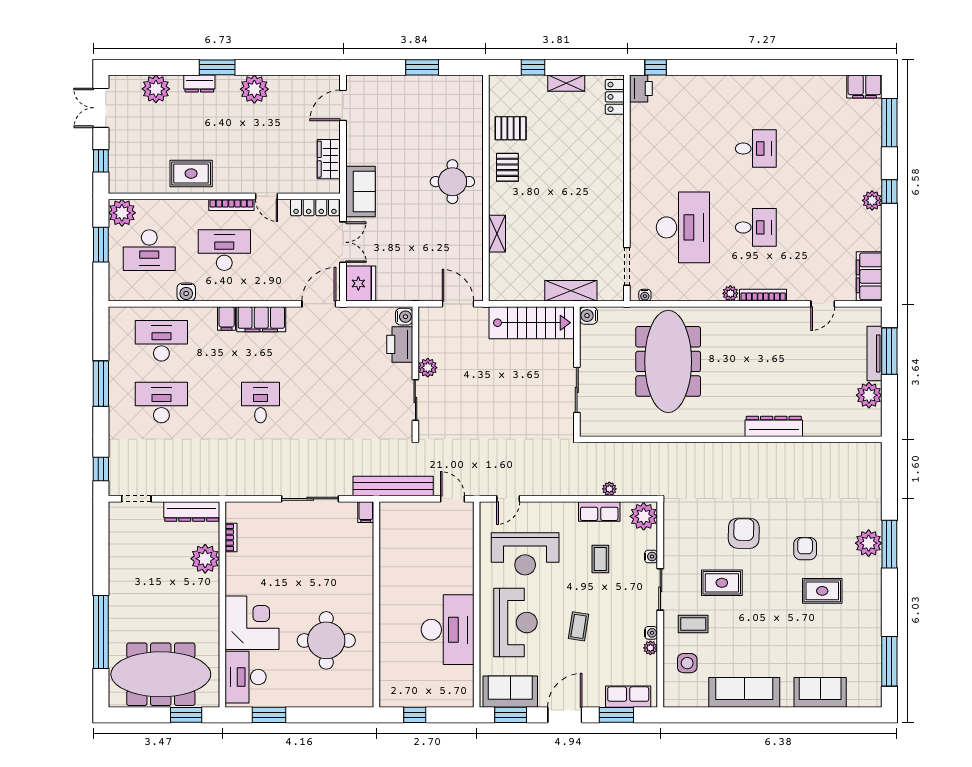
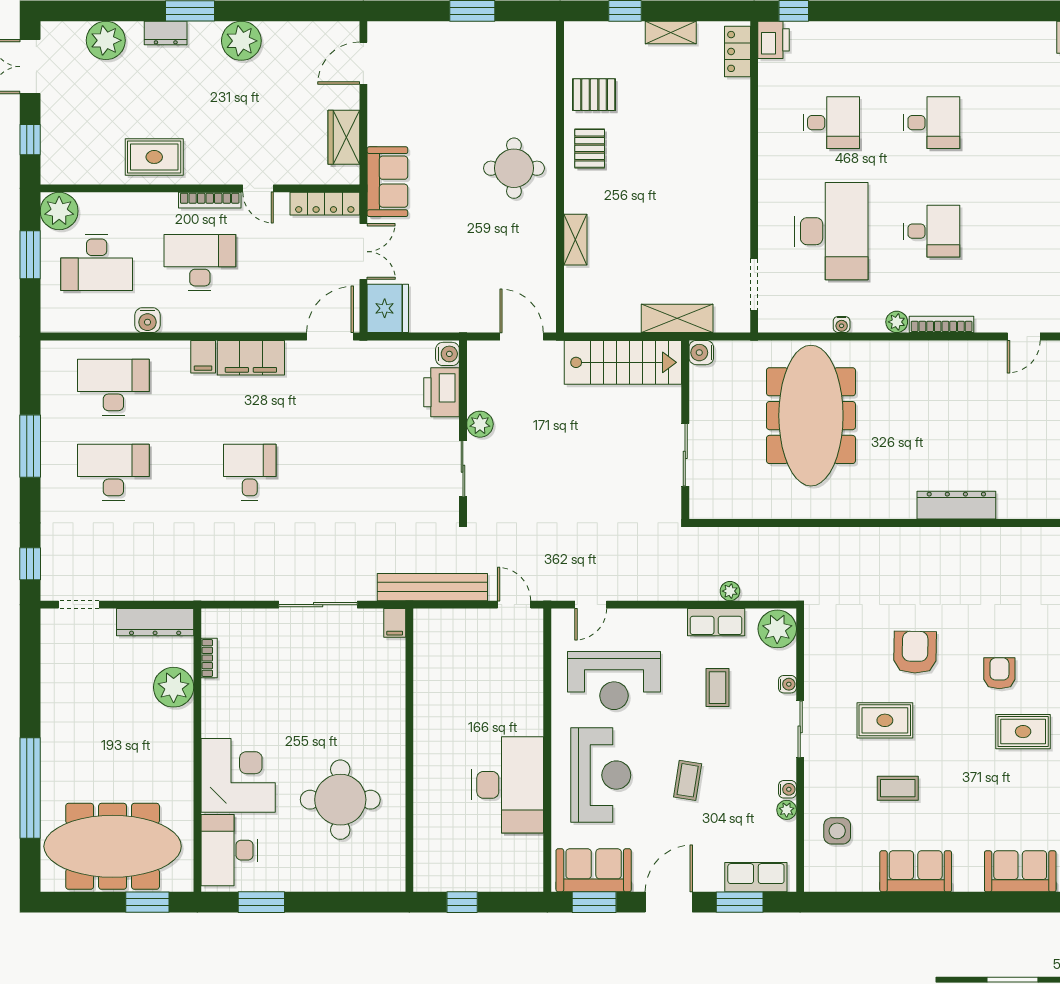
desk: (683, 149) -> (831, 123), added
water cooler: (645, 295) -> (842, 324), moved
coffee table: (693, 624) -> (898, 788), moved
sofa: (744, 692) -> (916, 871), width x0.73

